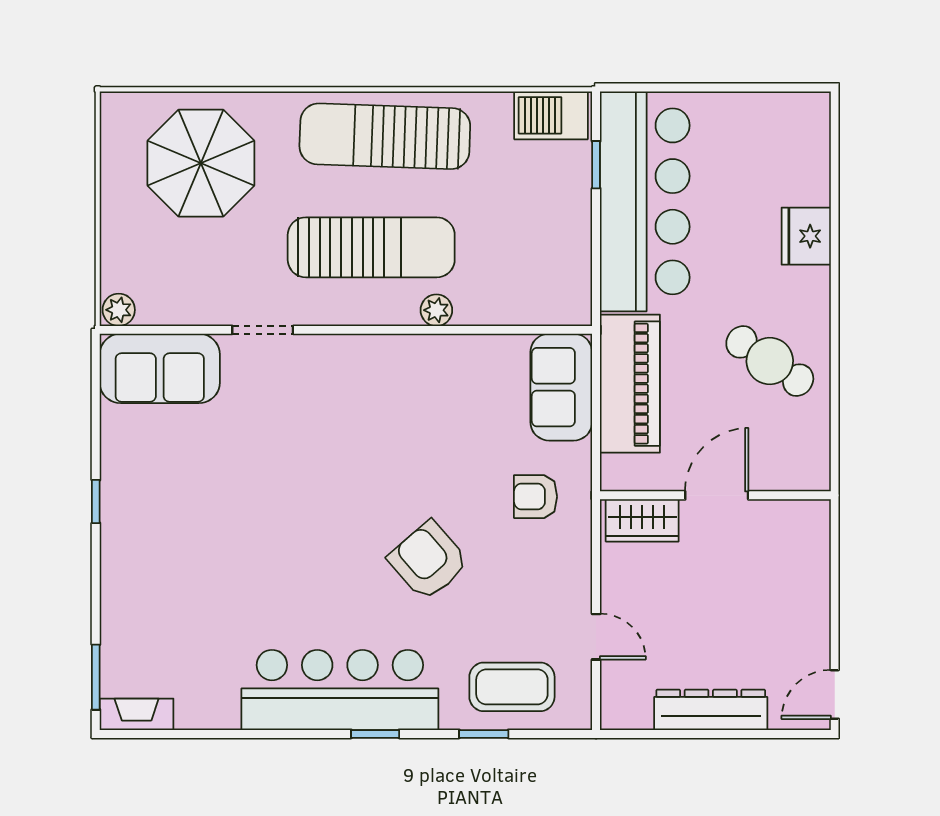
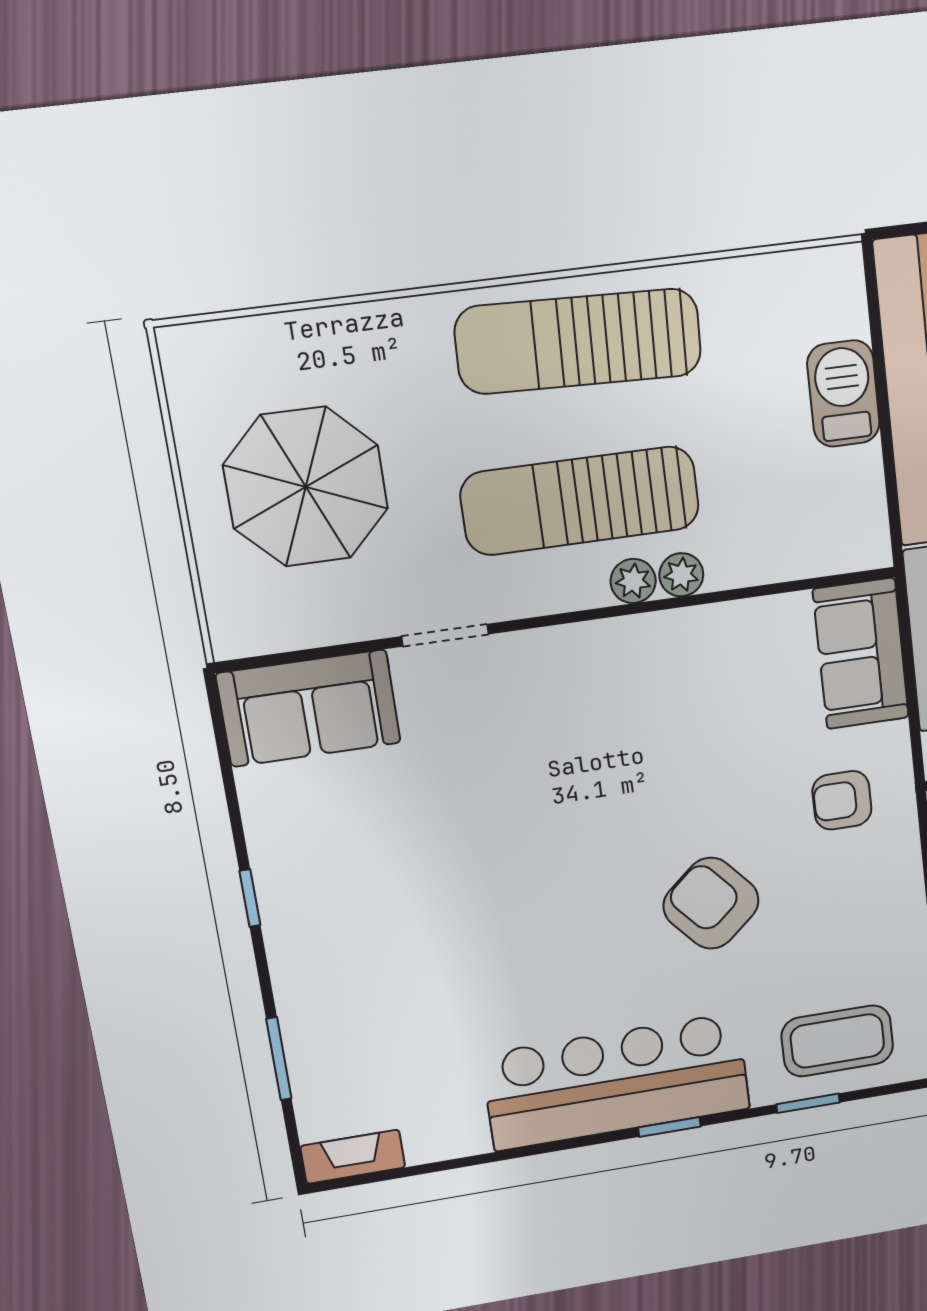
barbecue: (551, 115) -> (843, 394), moved, turned 90
parasol: (201, 163) -> (306, 487), moved
window: (596, 165) -> (877, 345), removed
sun lounger: (371, 247) -> (580, 501), turned 180
plant: (119, 310) -> (633, 581), moved
window: (96, 677) -> (279, 1059), moved

